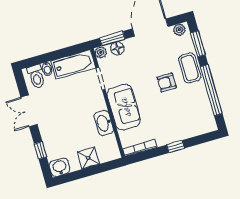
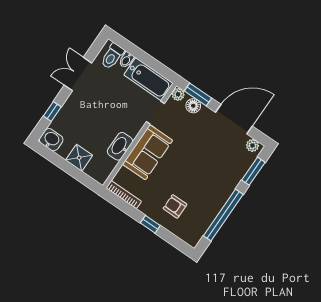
coffee table: (190, 68) -> (227, 181), removed
armchair: (167, 82) -> (175, 206), moved

